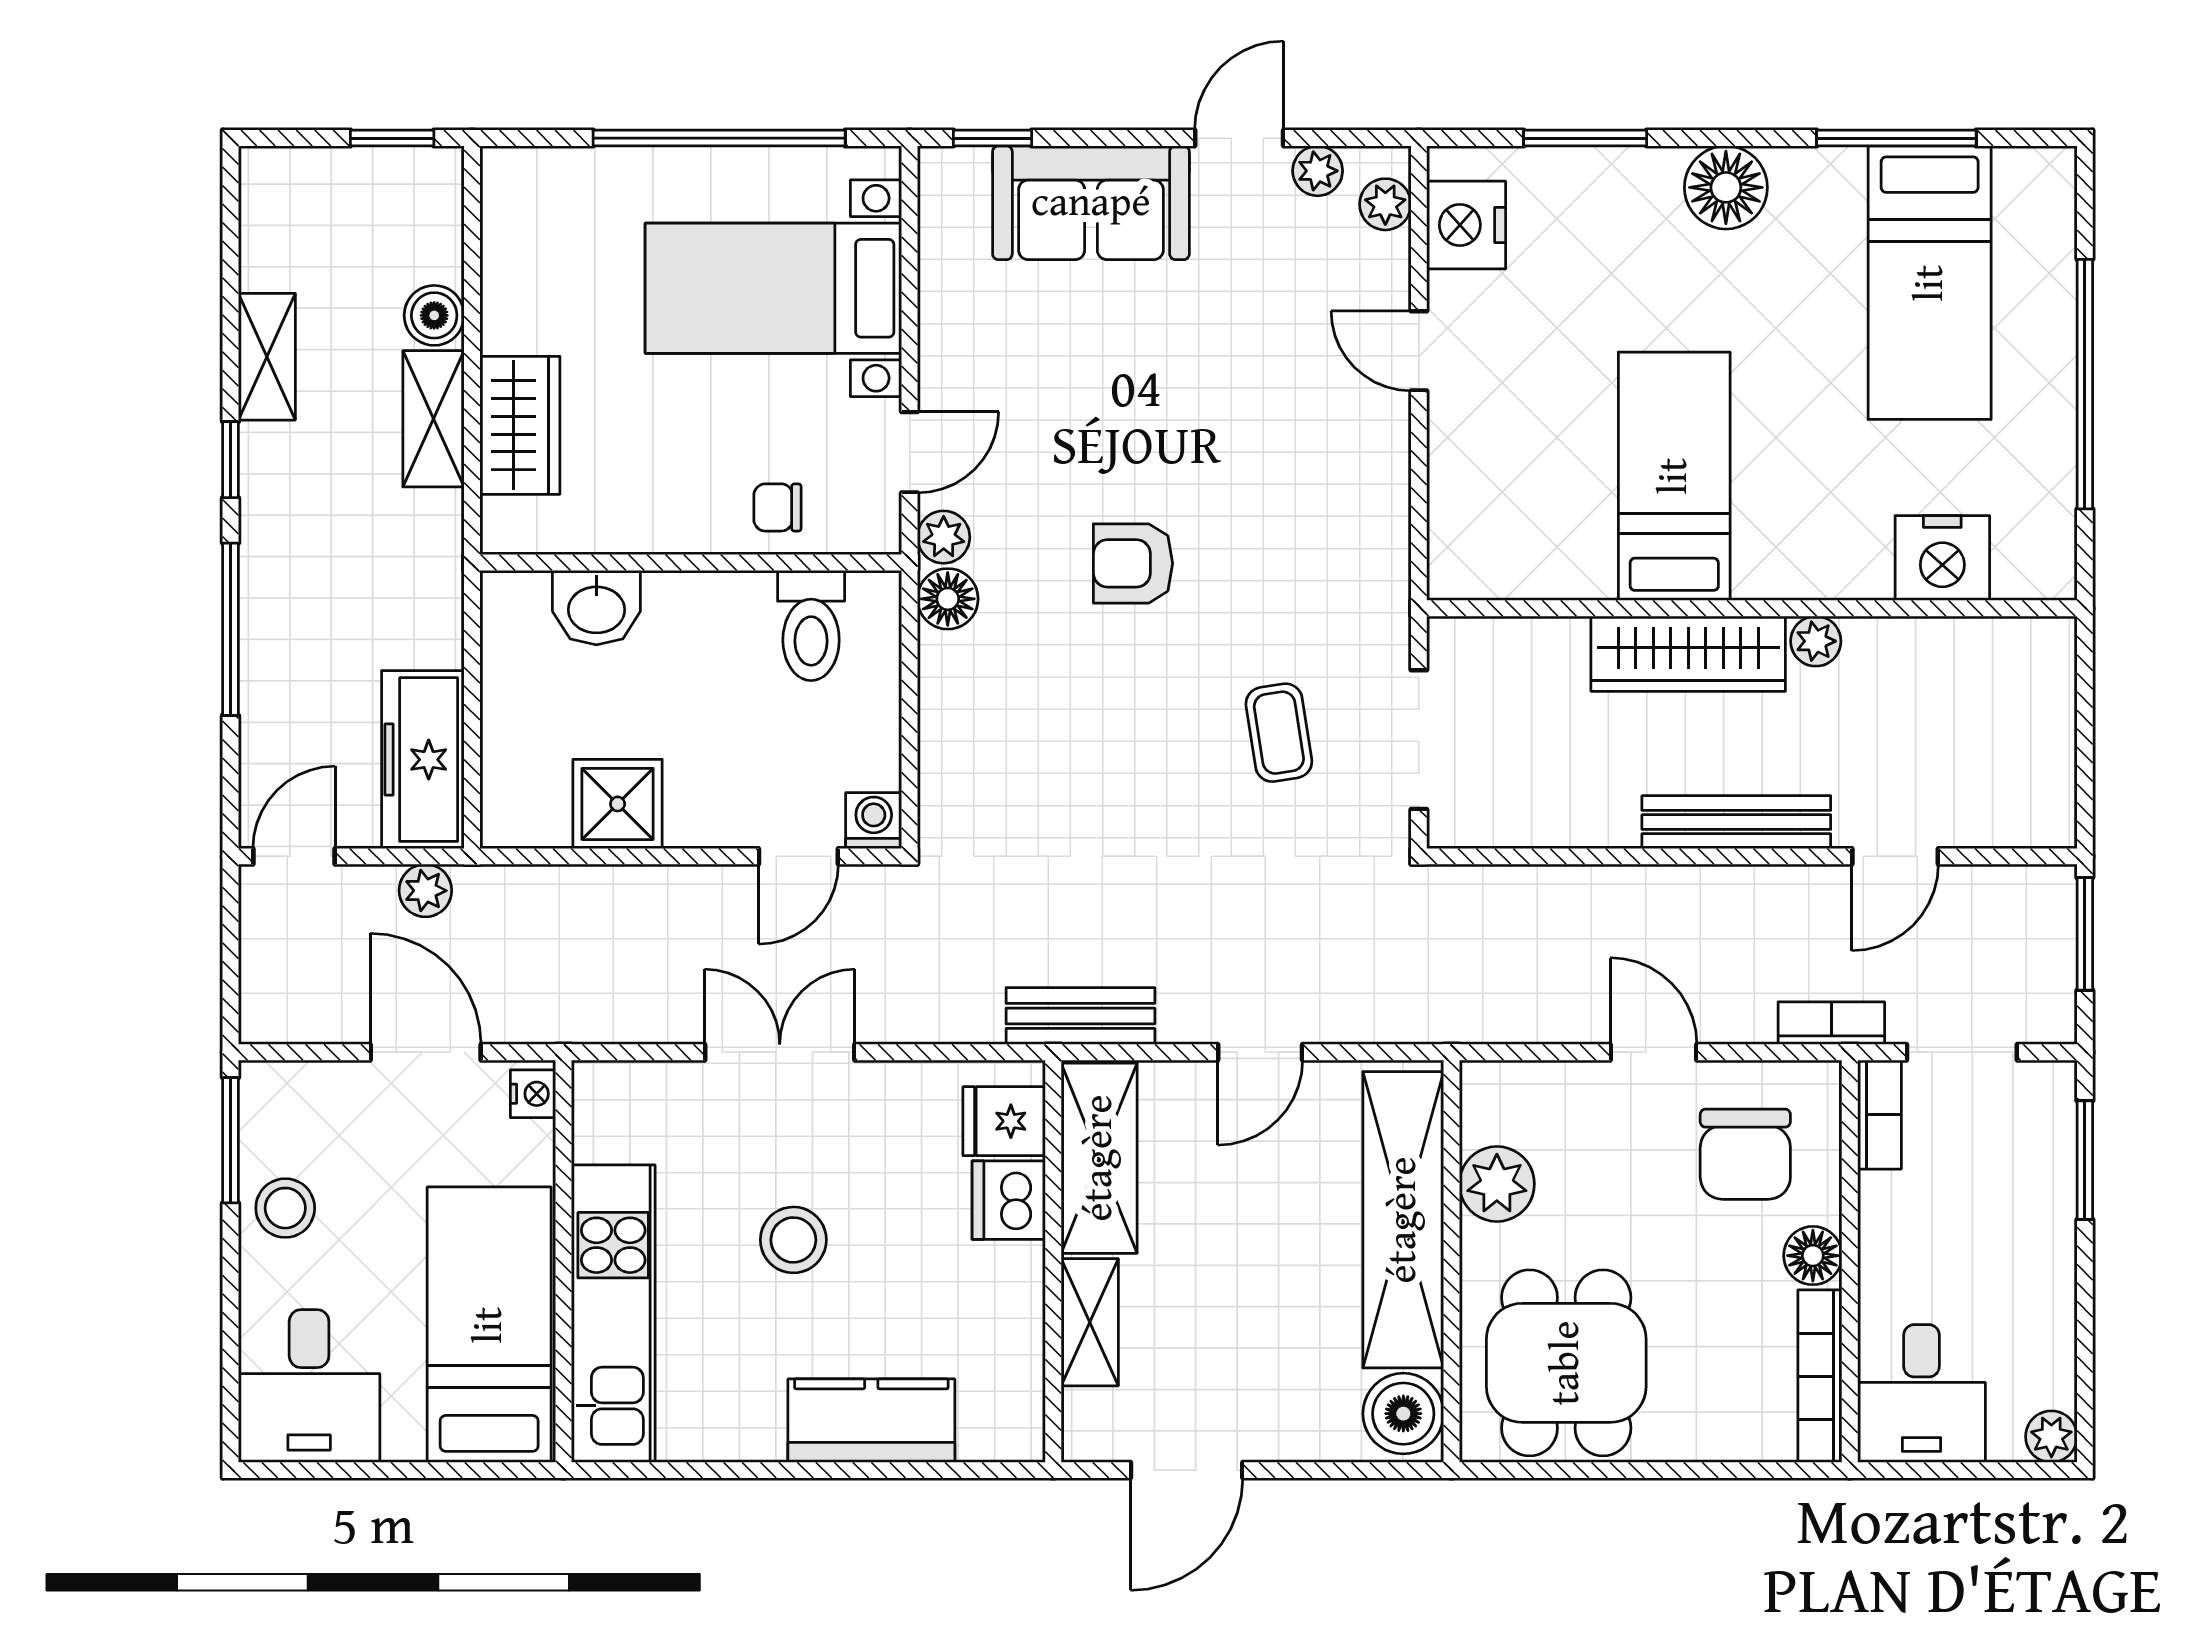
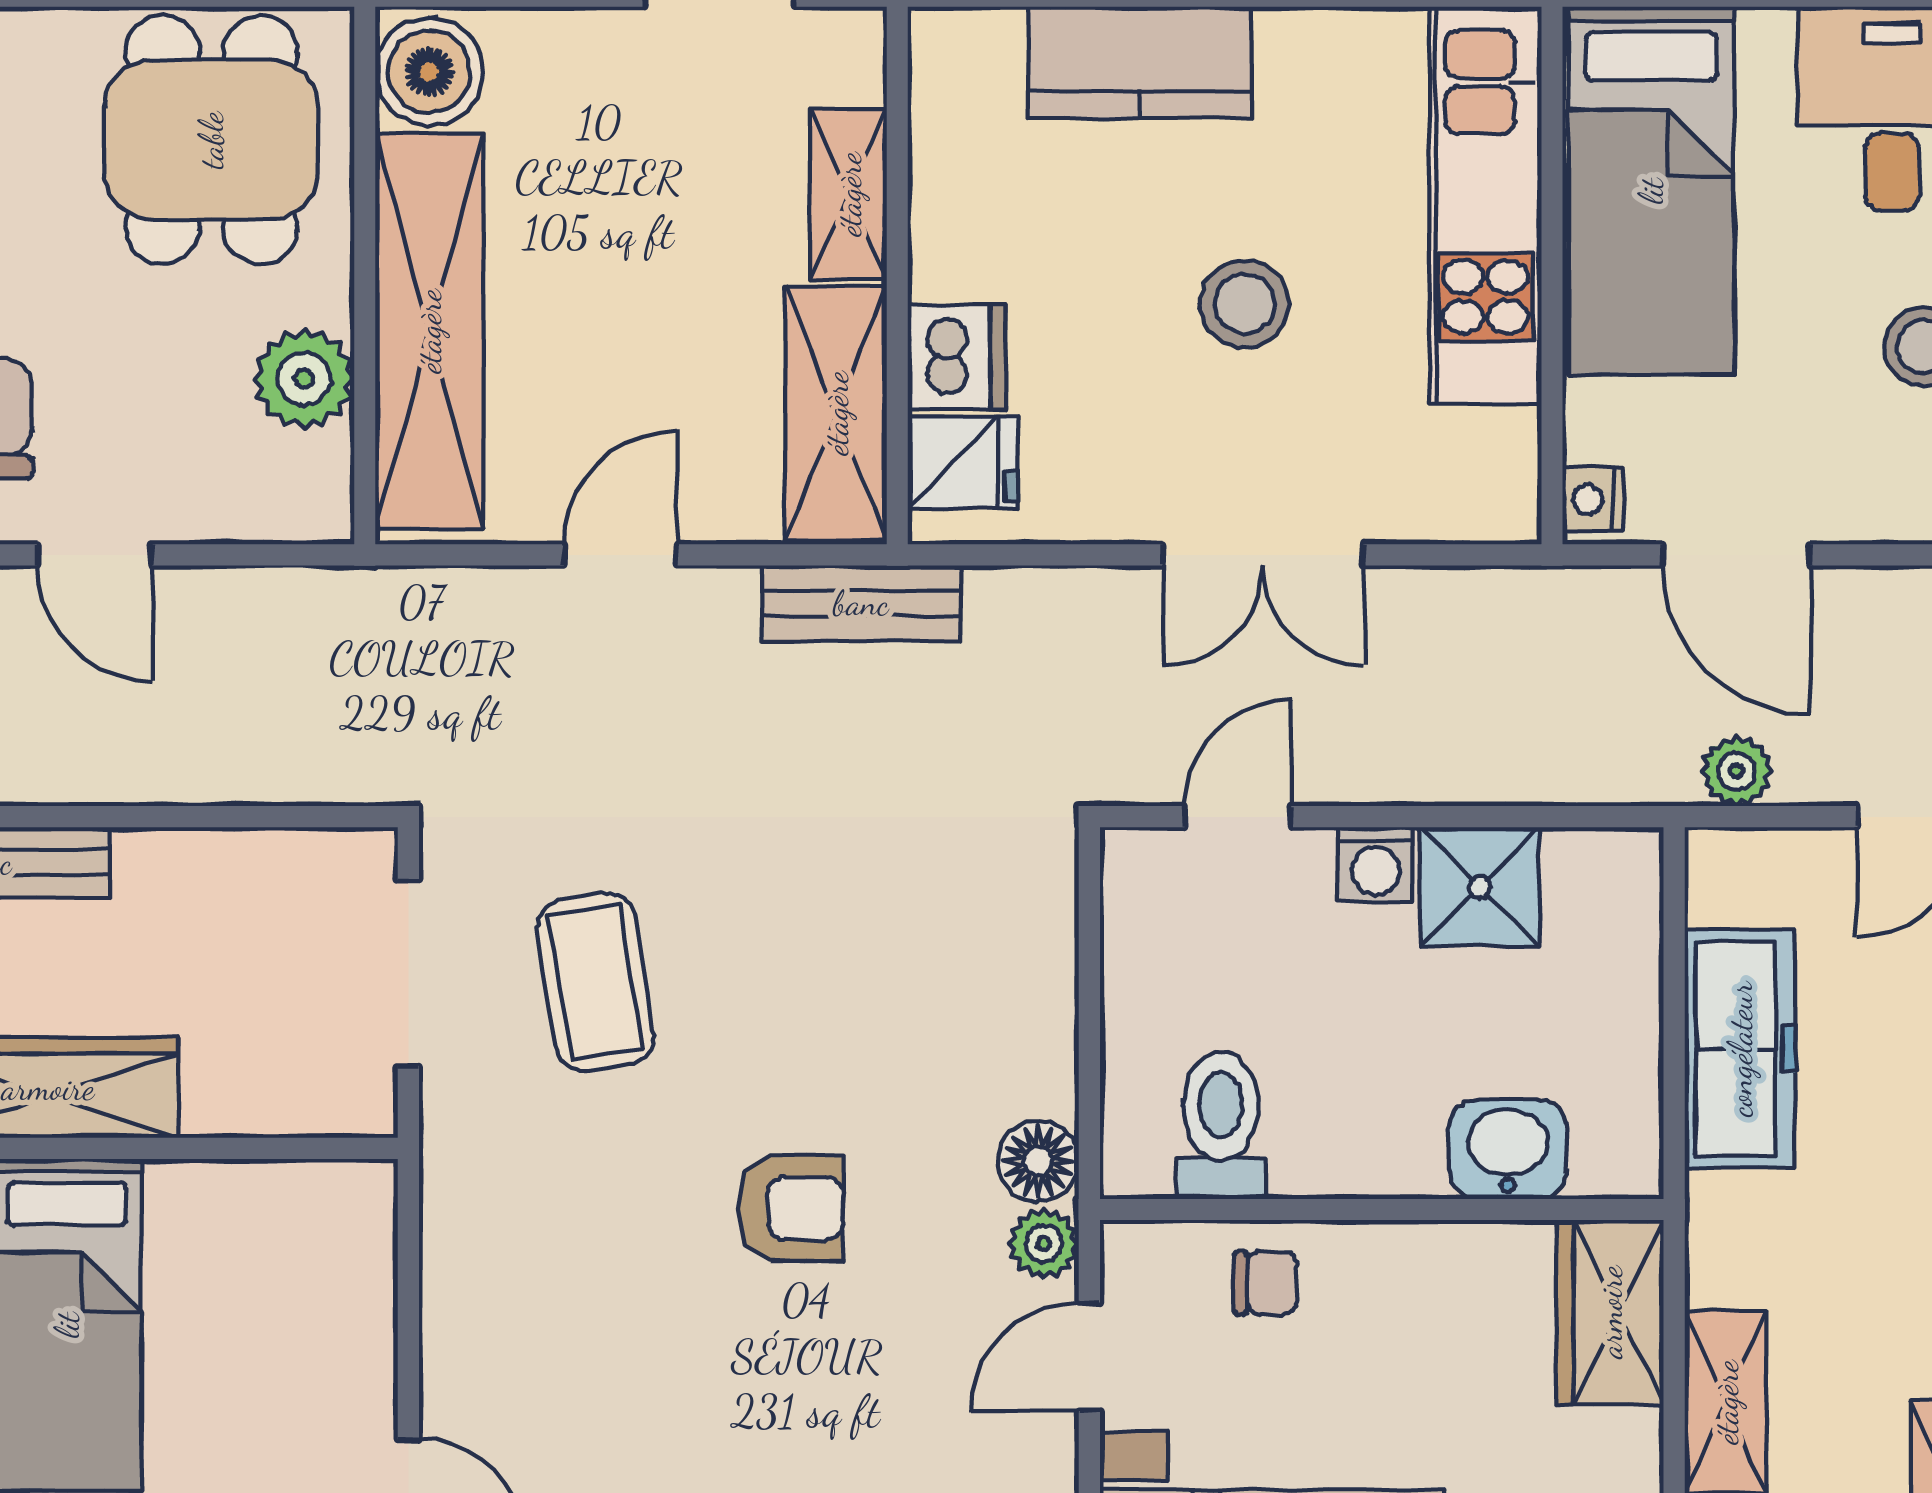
wardrobe: (520, 425) -> (1610, 1312), moved
coffee table: (1279, 733) -> (596, 982), width x1.36, depth x1.30
freezer: (423, 760) -> (1740, 1049), moved
washing machine: (874, 821) -> (1376, 865), moved

